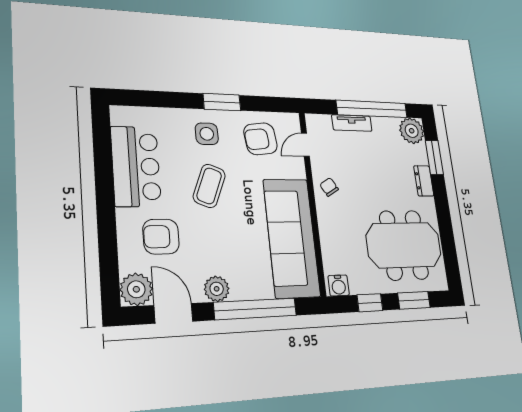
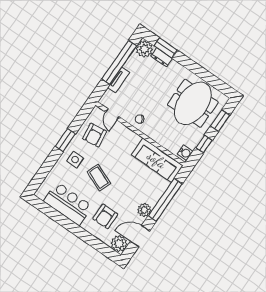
dresser: (424, 181) -> (162, 57), moved
sofa: (292, 238) -> (157, 160), width x0.74, depth x0.79

